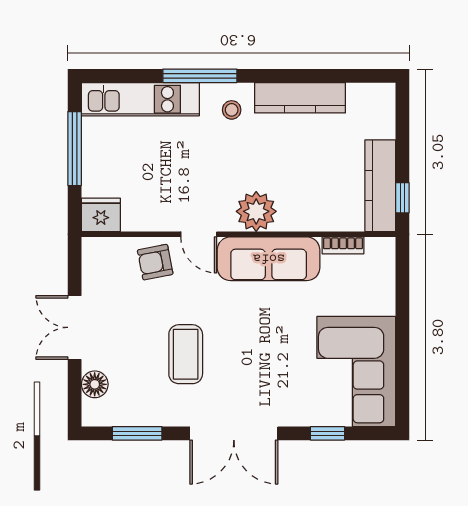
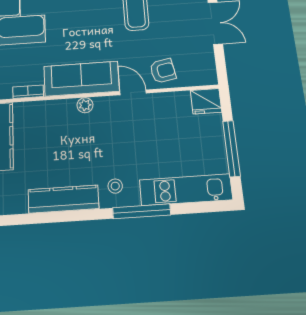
plant: (256, 211) -> (85, 105), width x0.53, depth x0.53

